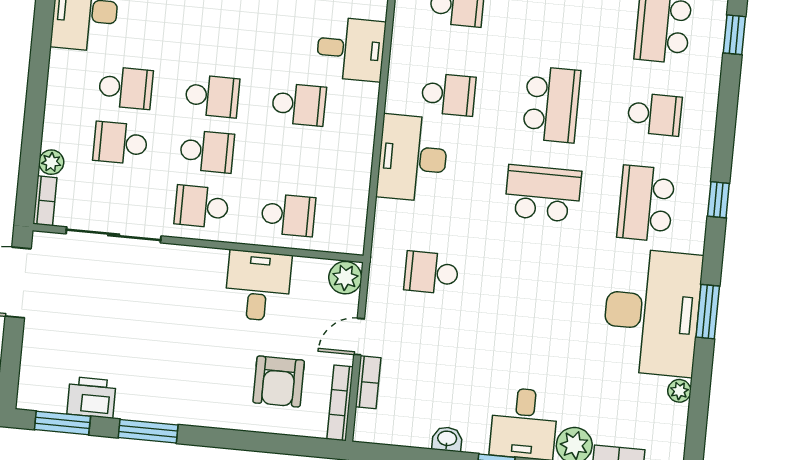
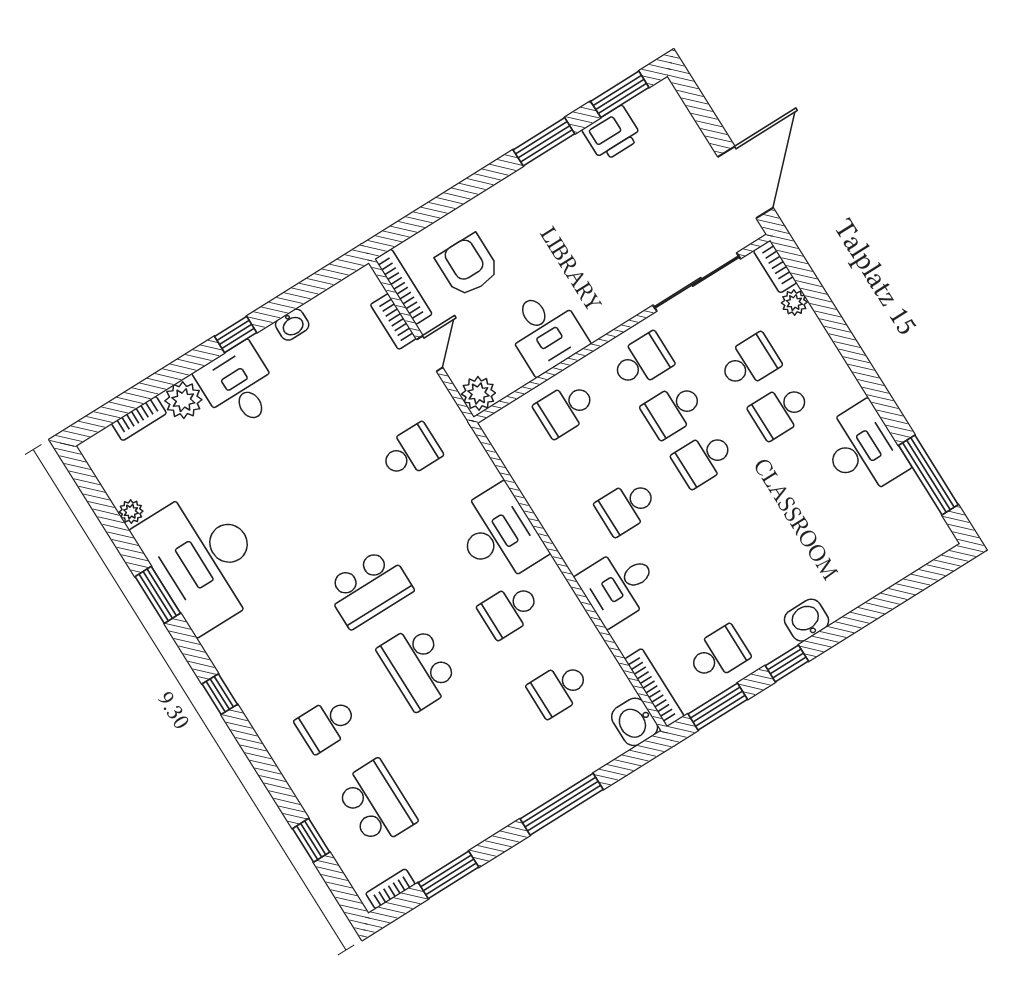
school desk: (646, 203) -> (277, 645), removed

